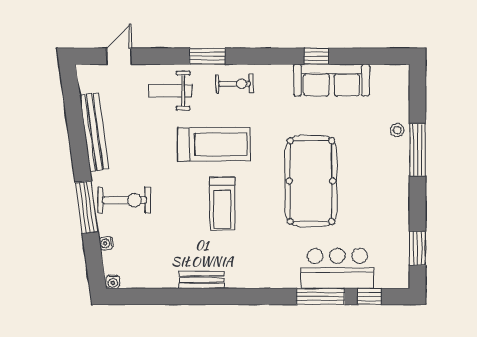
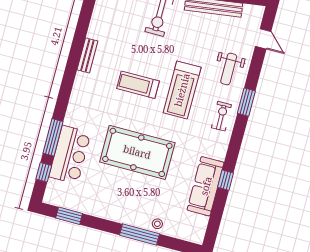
exercise bike: (234, 84) -> (221, 116), turned 180
weight bench: (170, 91) -> (229, 69), turned 180

